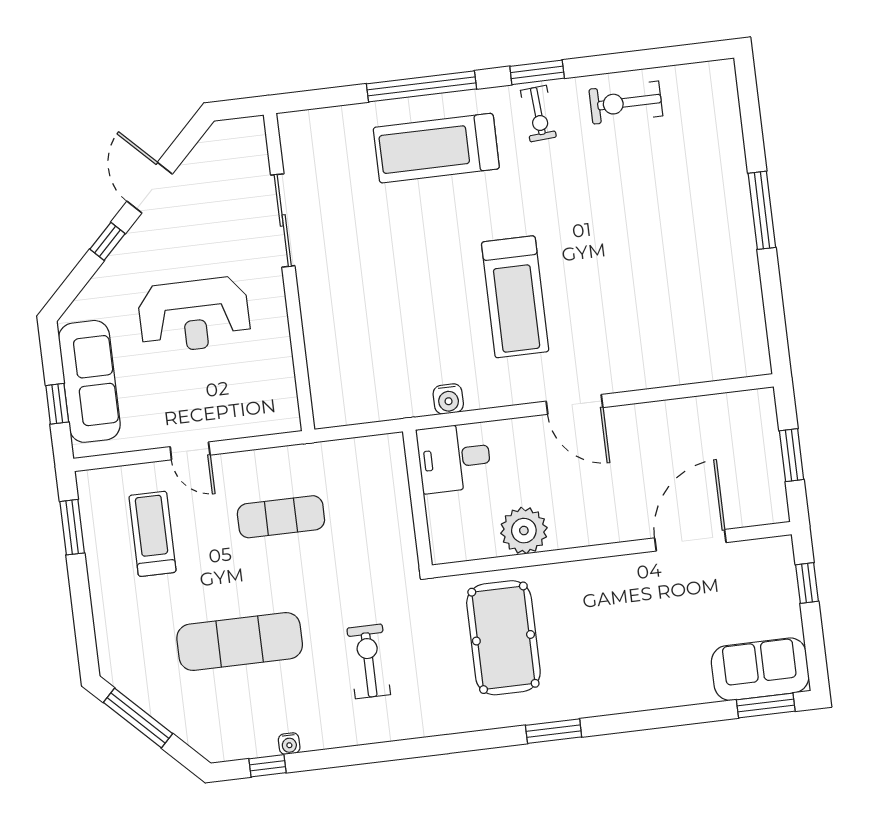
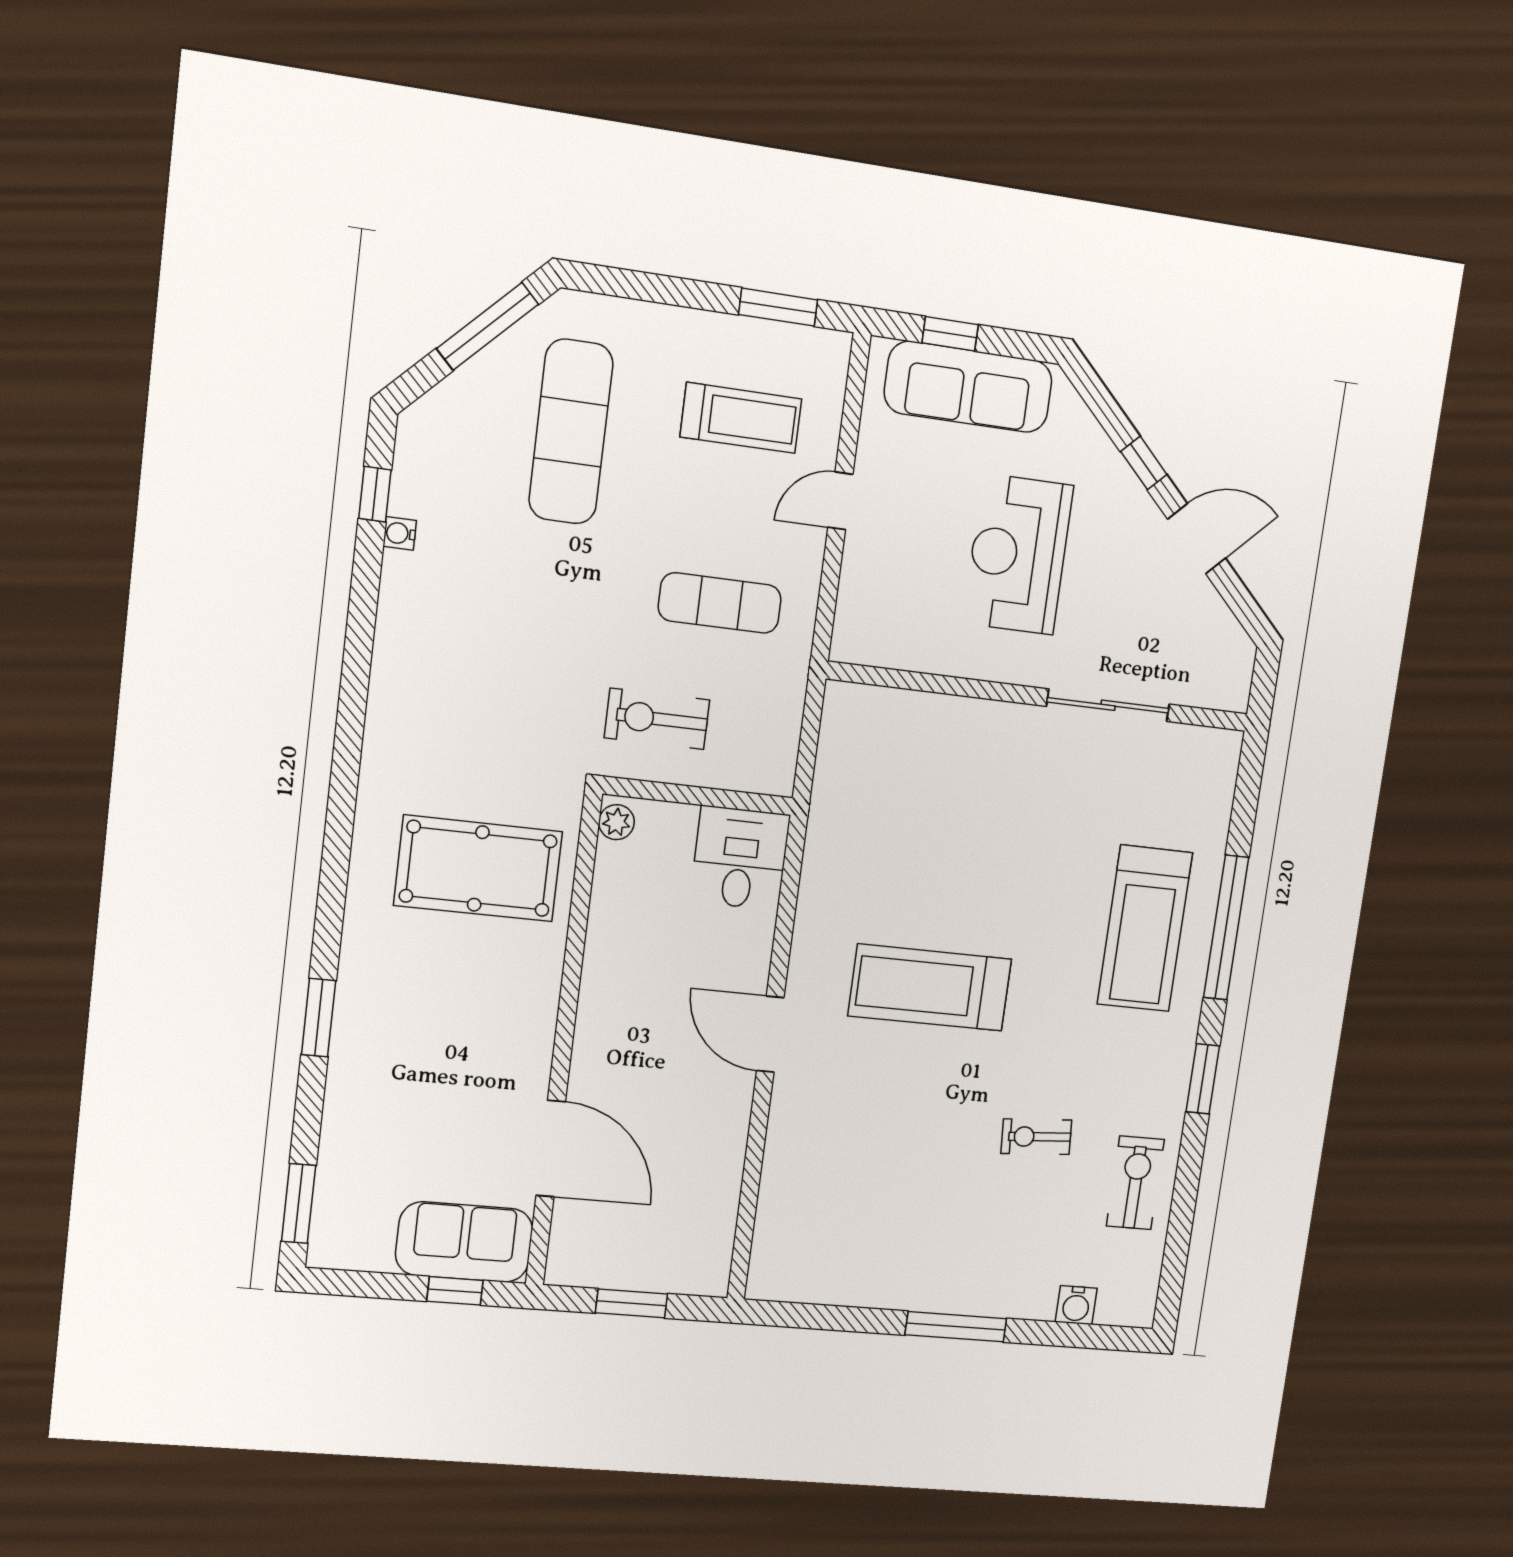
exercise bike: (538, 114) -> (1036, 1137), moved
treadmill: (436, 148) -> (1145, 928), turned 180
water cooler: (448, 399) -> (1076, 1305), moved, turned -90
door: (575, 404) -> (770, 1034), hinge flipped
exercise mat: (281, 517) -> (720, 603), turned 90
plant: (524, 531) -> (616, 822), moved, width x0.53, depth x0.53
exercise mat: (240, 641) -> (571, 432), moved
exercise bike: (369, 661) -> (657, 719), moved, turned 180
sofa: (760, 669) -> (464, 1242), moved, turned -90
window: (554, 731) -> (319, 1018), moved

